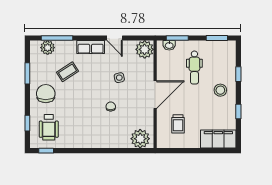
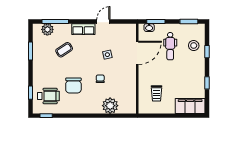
door: (115, 38) -> (103, 21), swing flipped
plant: (145, 49) -> (129, 31), removed
stool: (220, 90) -> (194, 45), moved
chair: (46, 94) -> (73, 85), moved, turned 180
door: (155, 95) -> (137, 53), moved
wheelchair: (49, 127) -> (48, 96), turned -90
plant: (140, 139) -> (110, 106), moved

